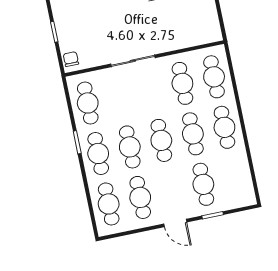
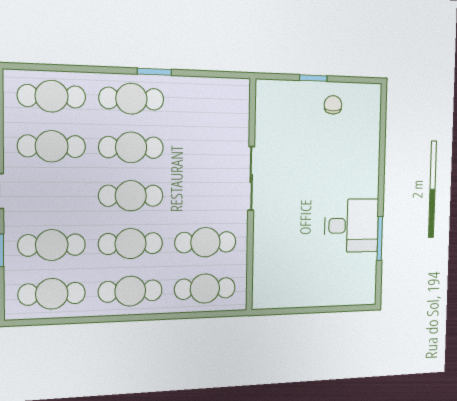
chair: (71, 59) -> (333, 105), moved, turned -90
cafe table: (88, 103) -> (52, 294), moved

